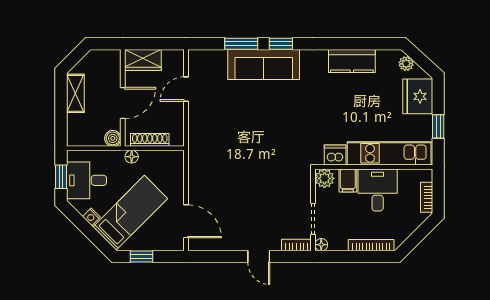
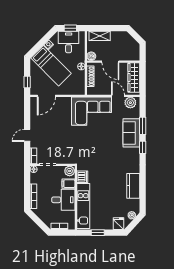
wardrobe: (143, 60) -> (134, 77), width x1.50
sofa: (264, 65) -> (131, 133), width x0.73
plant: (198, 66) -> (130, 103), added
shelving: (75, 93) -> (100, 36), moved
fridge: (418, 96) -> (119, 224), width x0.53, depth x0.75
corner sofa: (214, 138) -> (91, 111), added
window: (141, 257) -> (27, 82), moved

